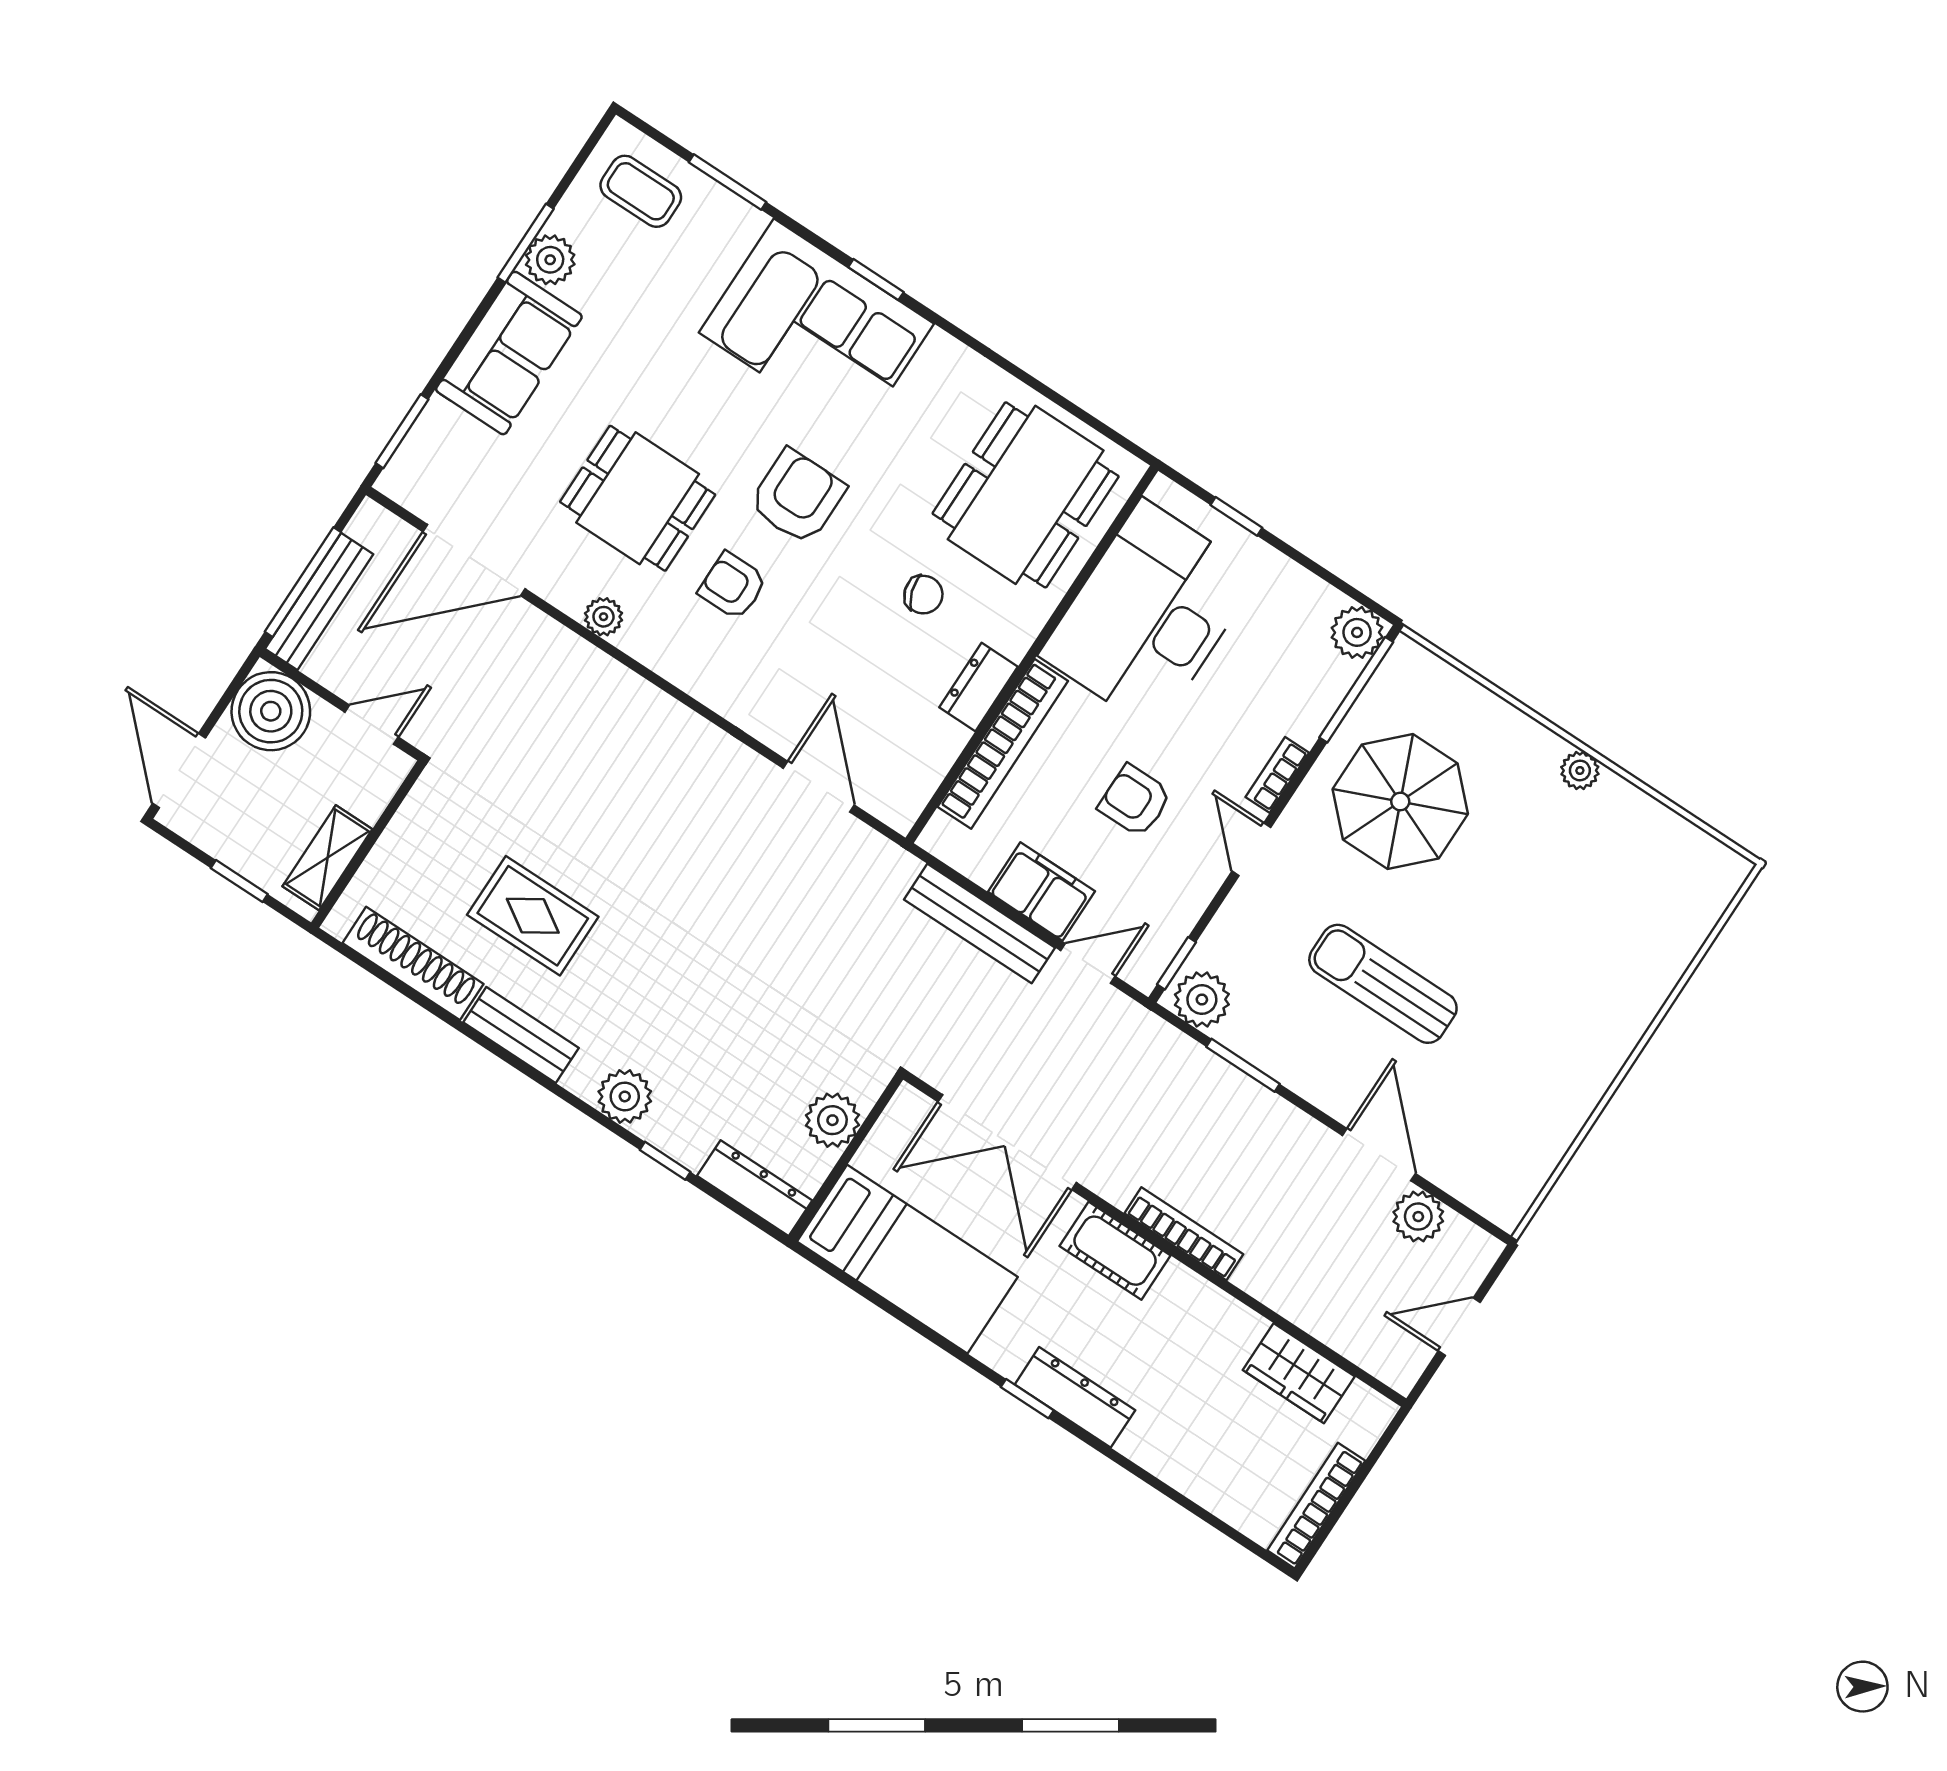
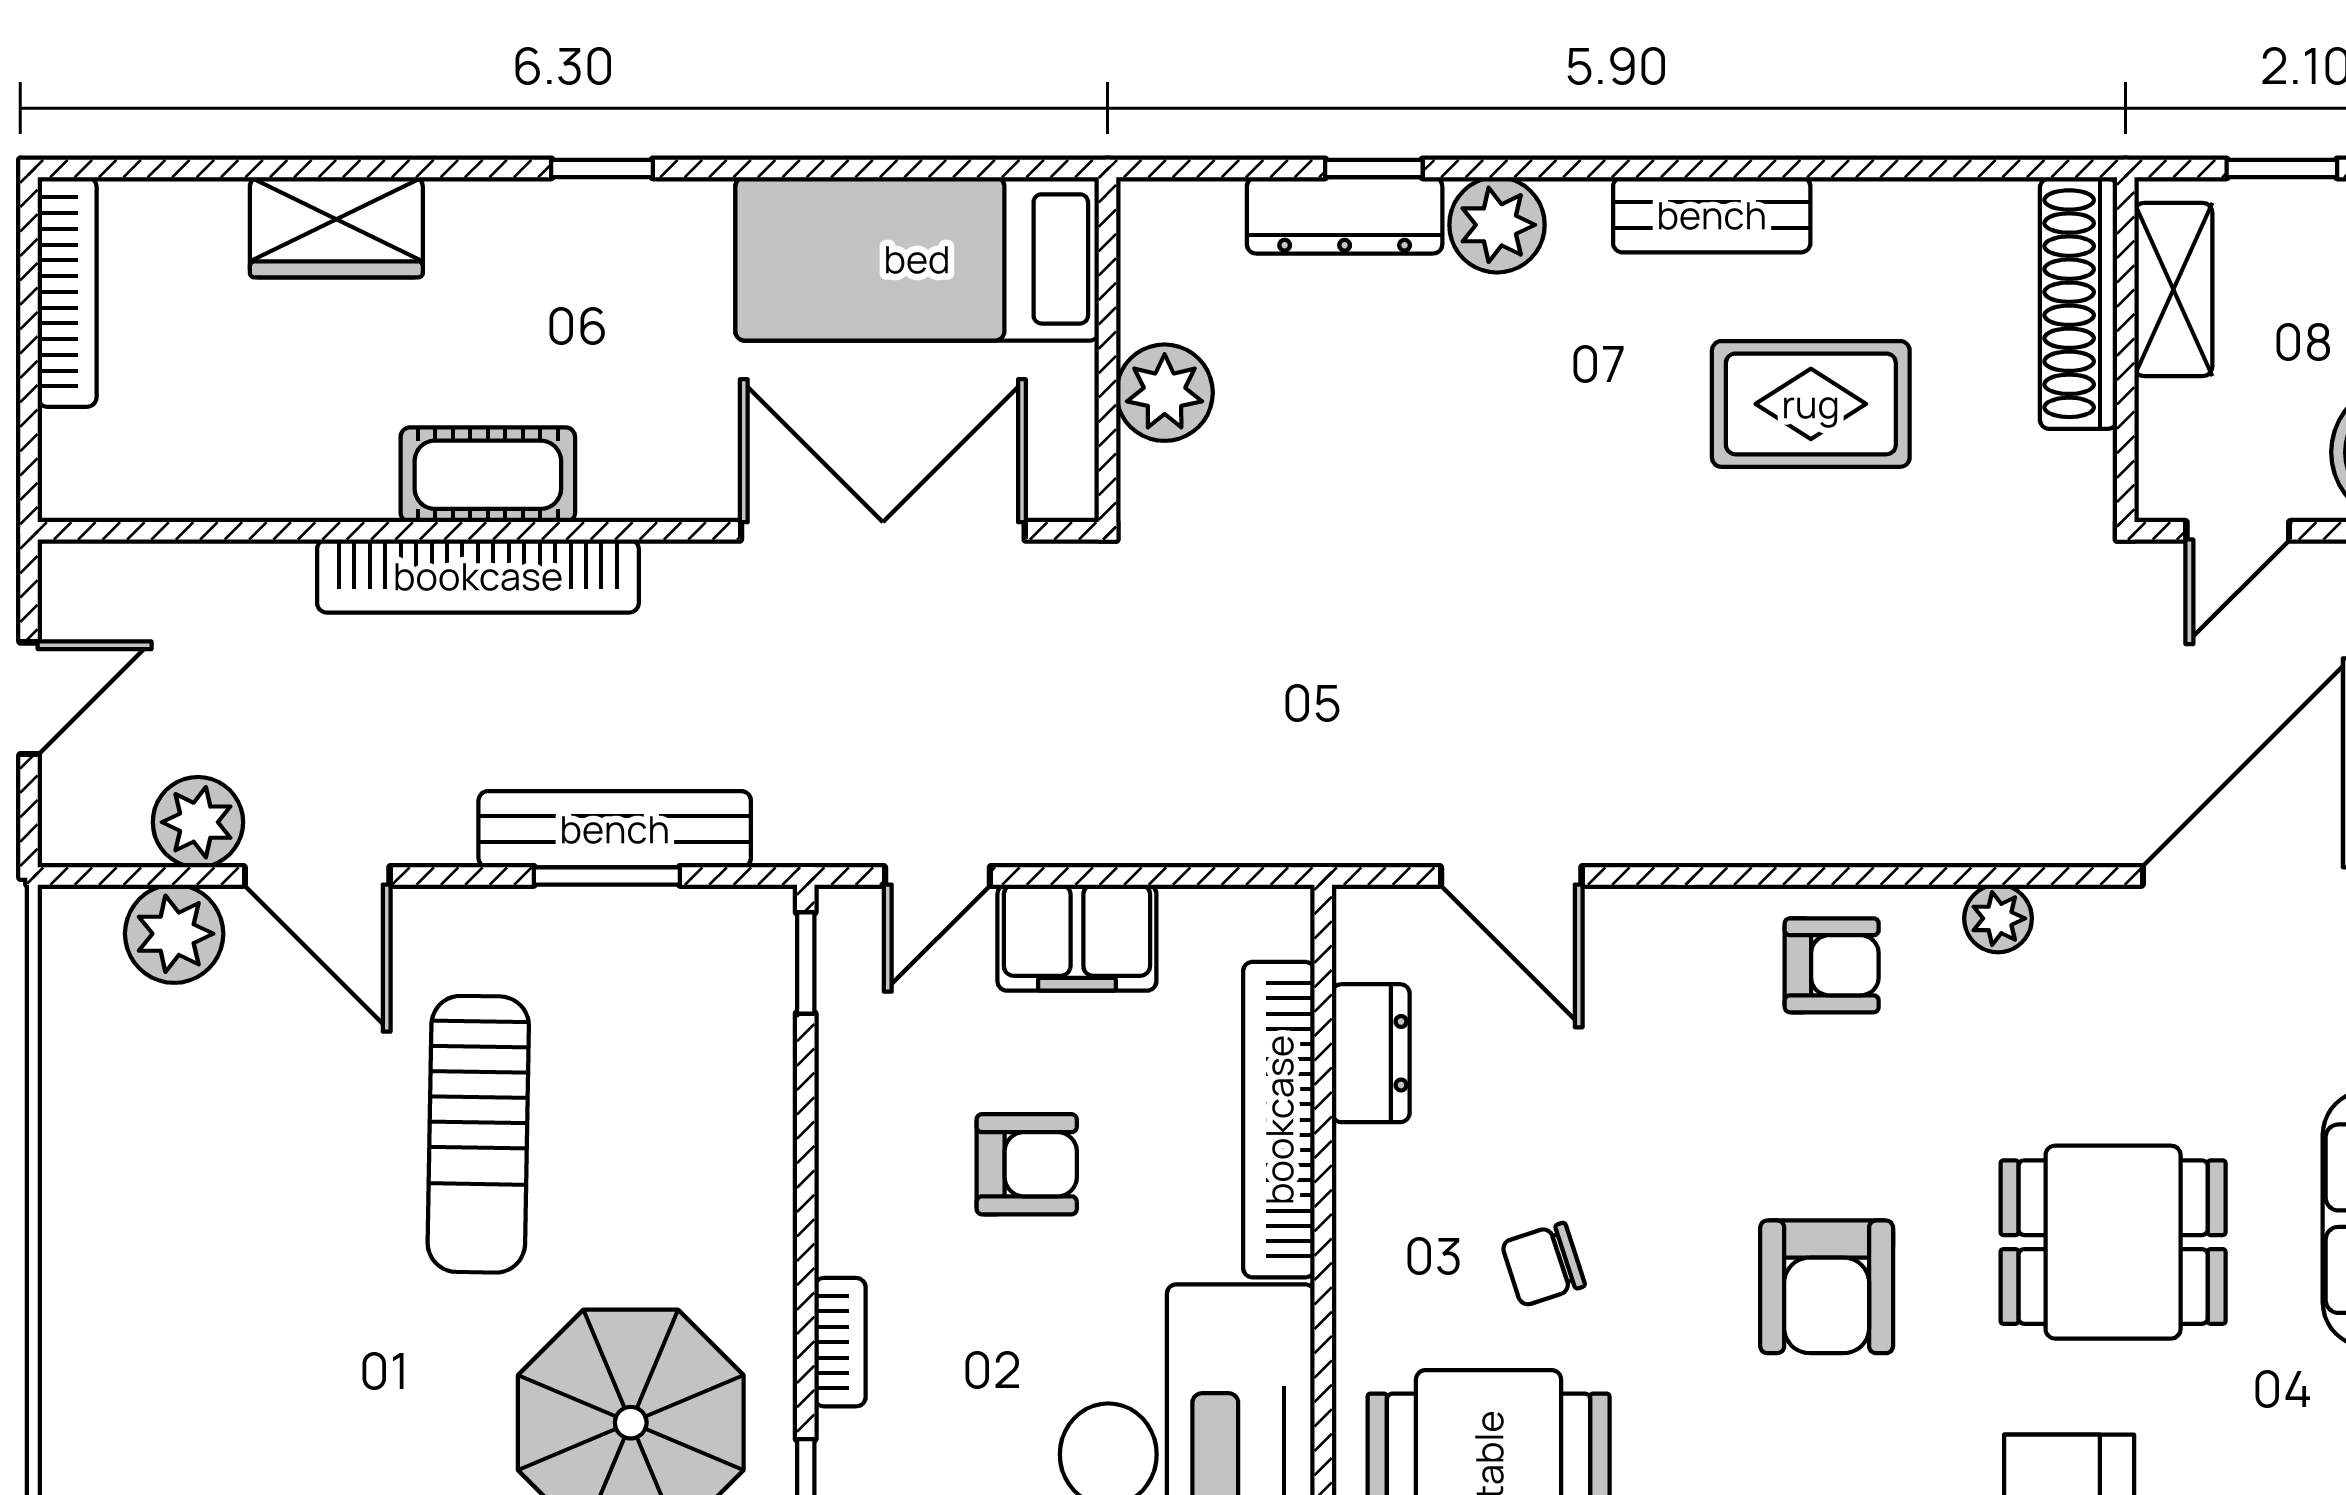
dining table: (638, 498) -> (2113, 1242), moved
armchair: (733, 586) -> (1832, 965), moved
dresser: (978, 687) -> (1371, 1053), moved
door: (1251, 849) -> (806, 1206), removed
bench: (979, 924) -> (615, 829), moved
shoe rack: (413, 963) -> (2078, 304), moved, turned 90
sun lounger: (1383, 984) -> (478, 1134), turned 91
plant: (1202, 1000) -> (174, 934), moved
dresser: (755, 1188) -> (1345, 215), moved
bookcase: (1184, 1234) -> (478, 576), width x1.48, depth x1.31
cot: (1115, 1251) -> (488, 475), moved
wardrobe: (1299, 1373) -> (336, 227), moved, turned 180
dresser: (1075, 1397) -> (532, 217), removed

